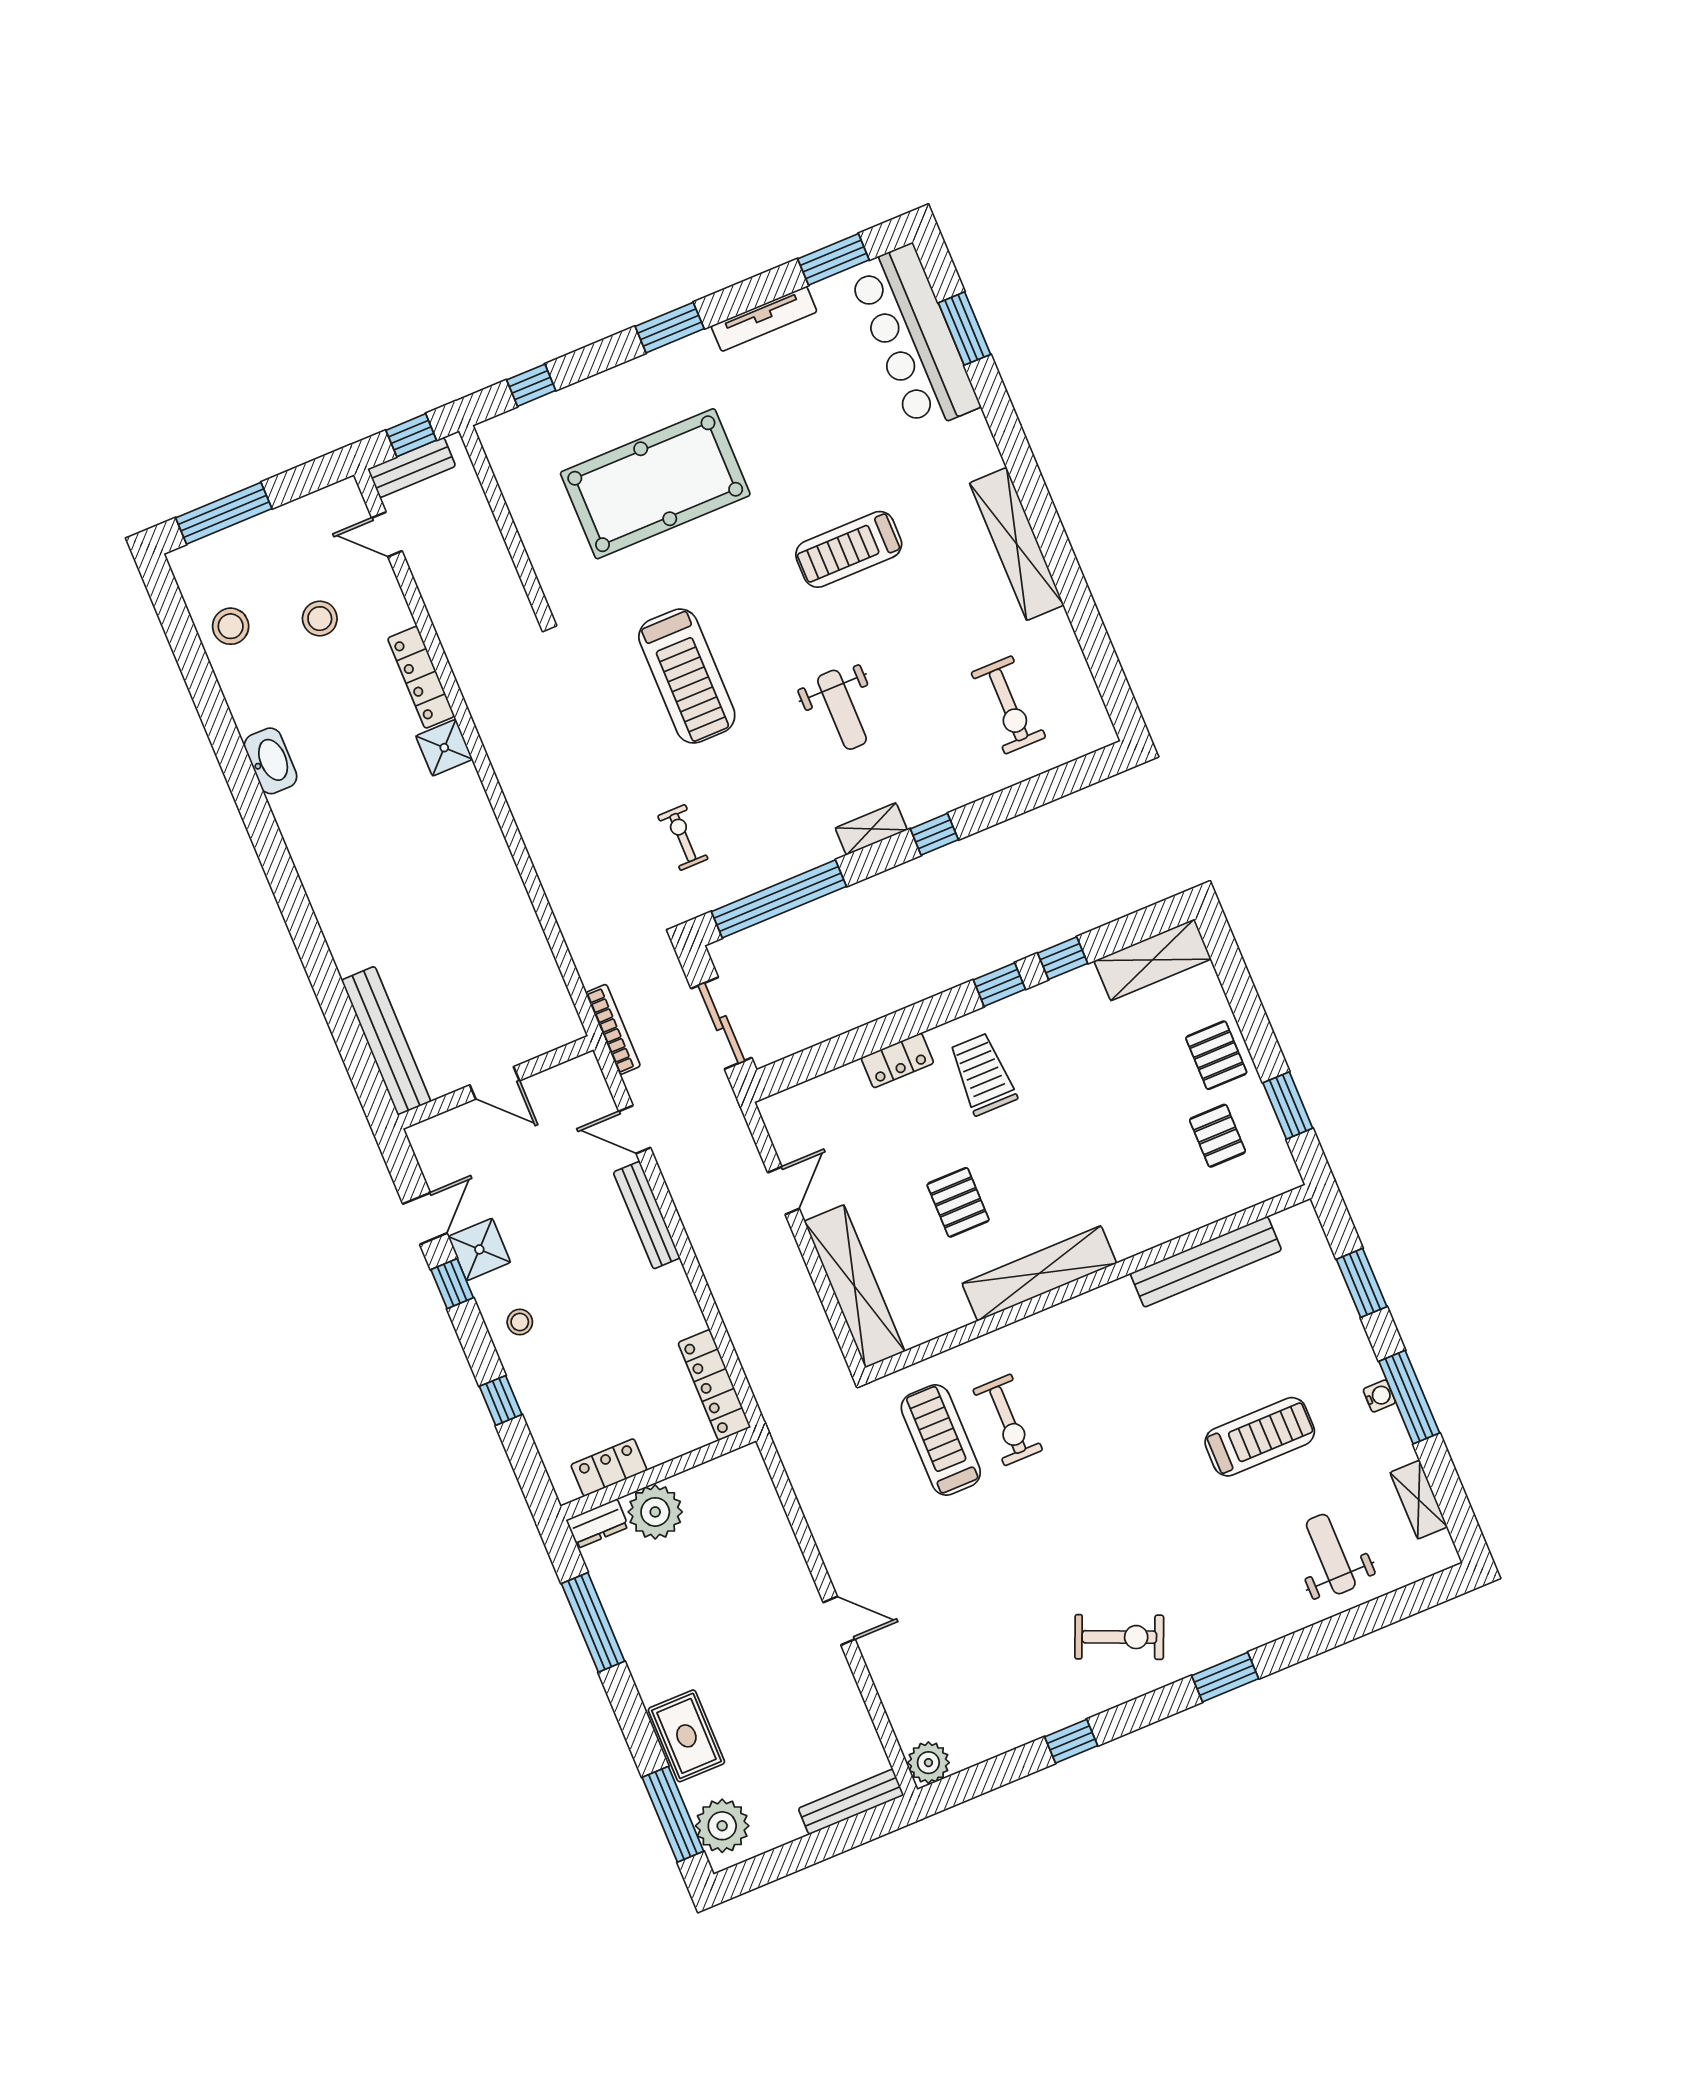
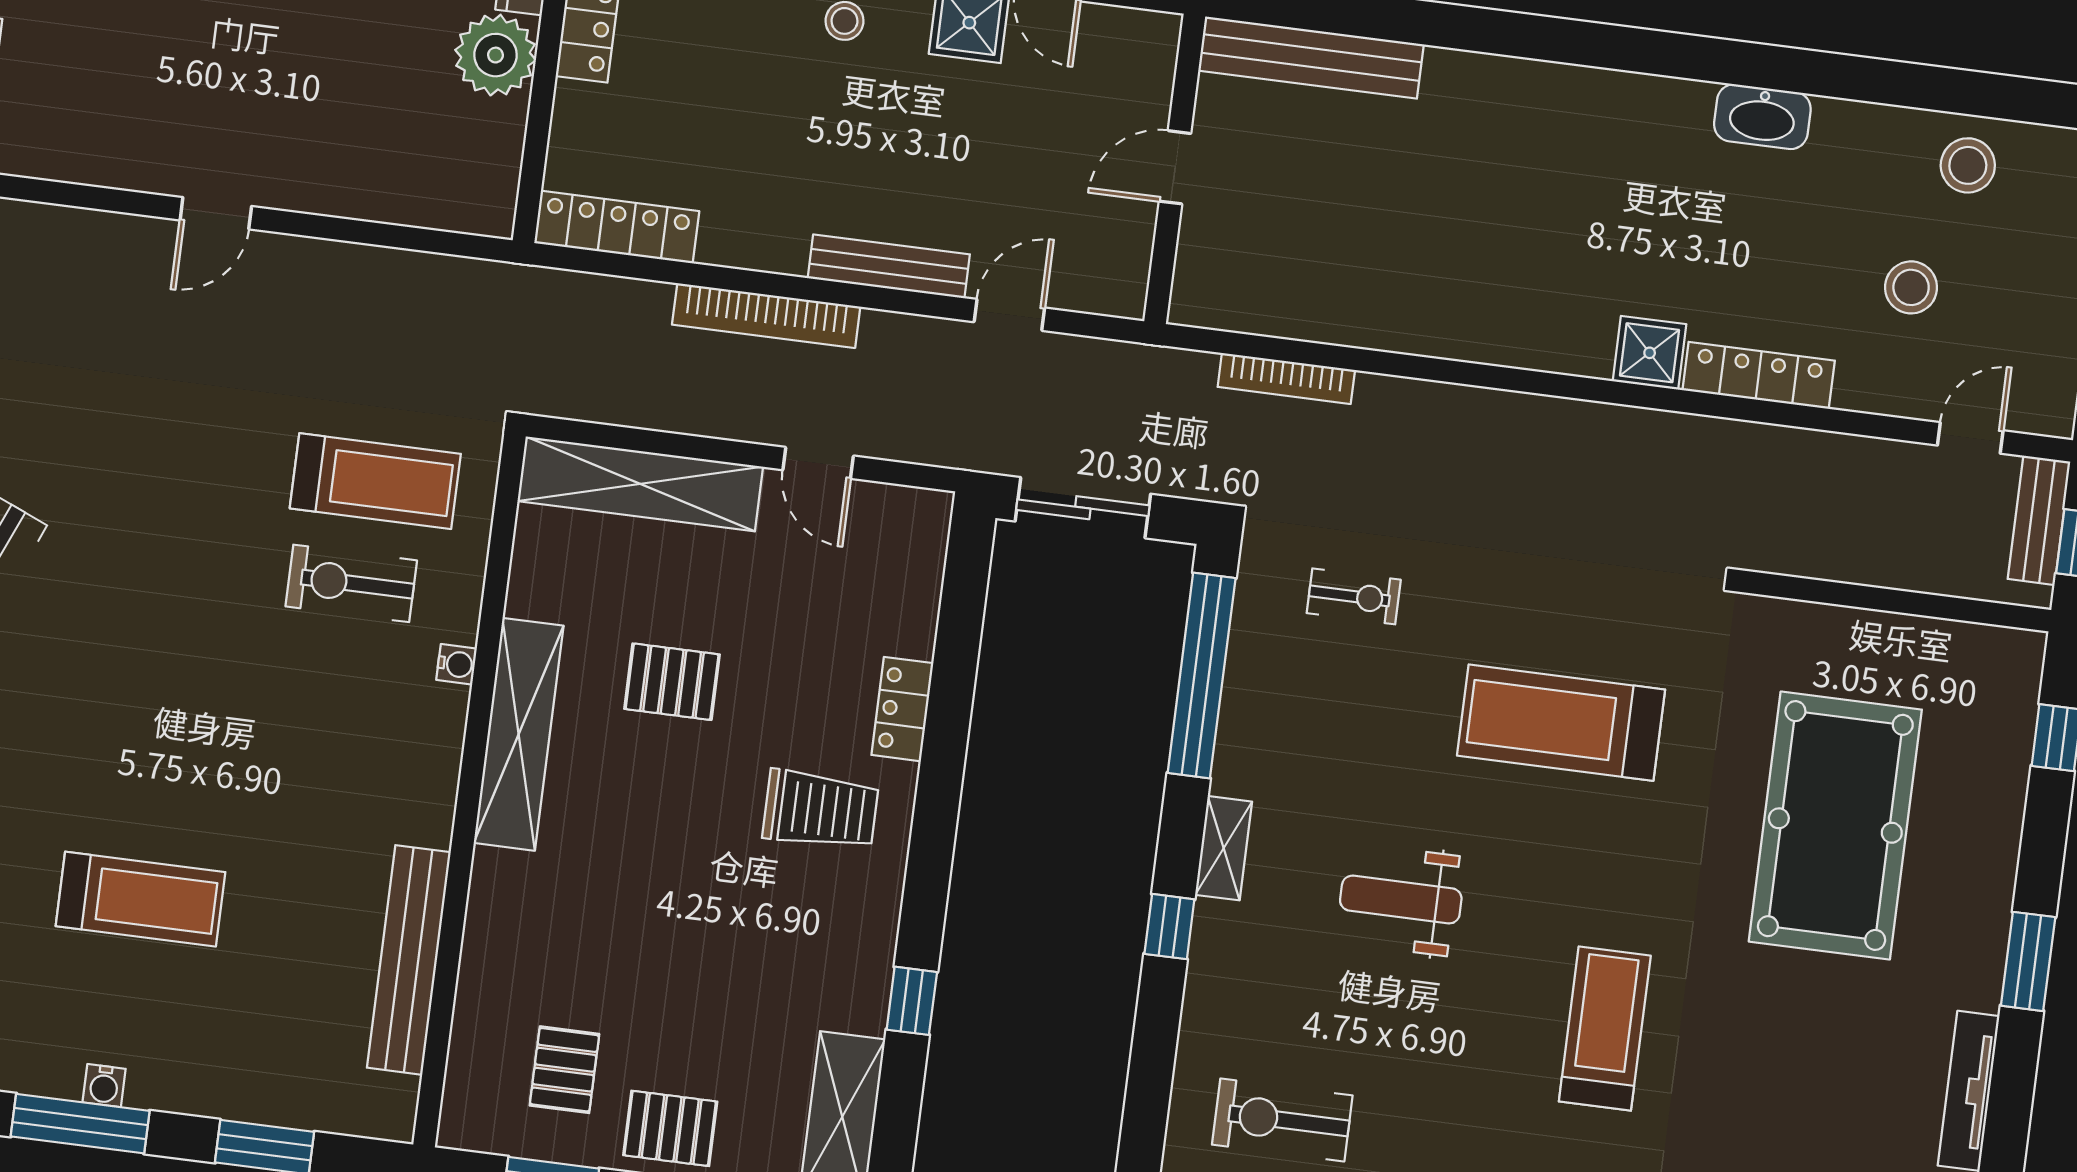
window: (999, 985) -> (925, 899), removed
bookcase: (613, 1029) -> (1286, 378), moved
pallet: (1218, 1136) -> (564, 1070), turned 90
bookcase: (716, 1269) -> (766, 316), added
water cooler: (1019, 1332) -> (457, 664), added
treadmill: (1260, 1437) -> (141, 899), turned -90

